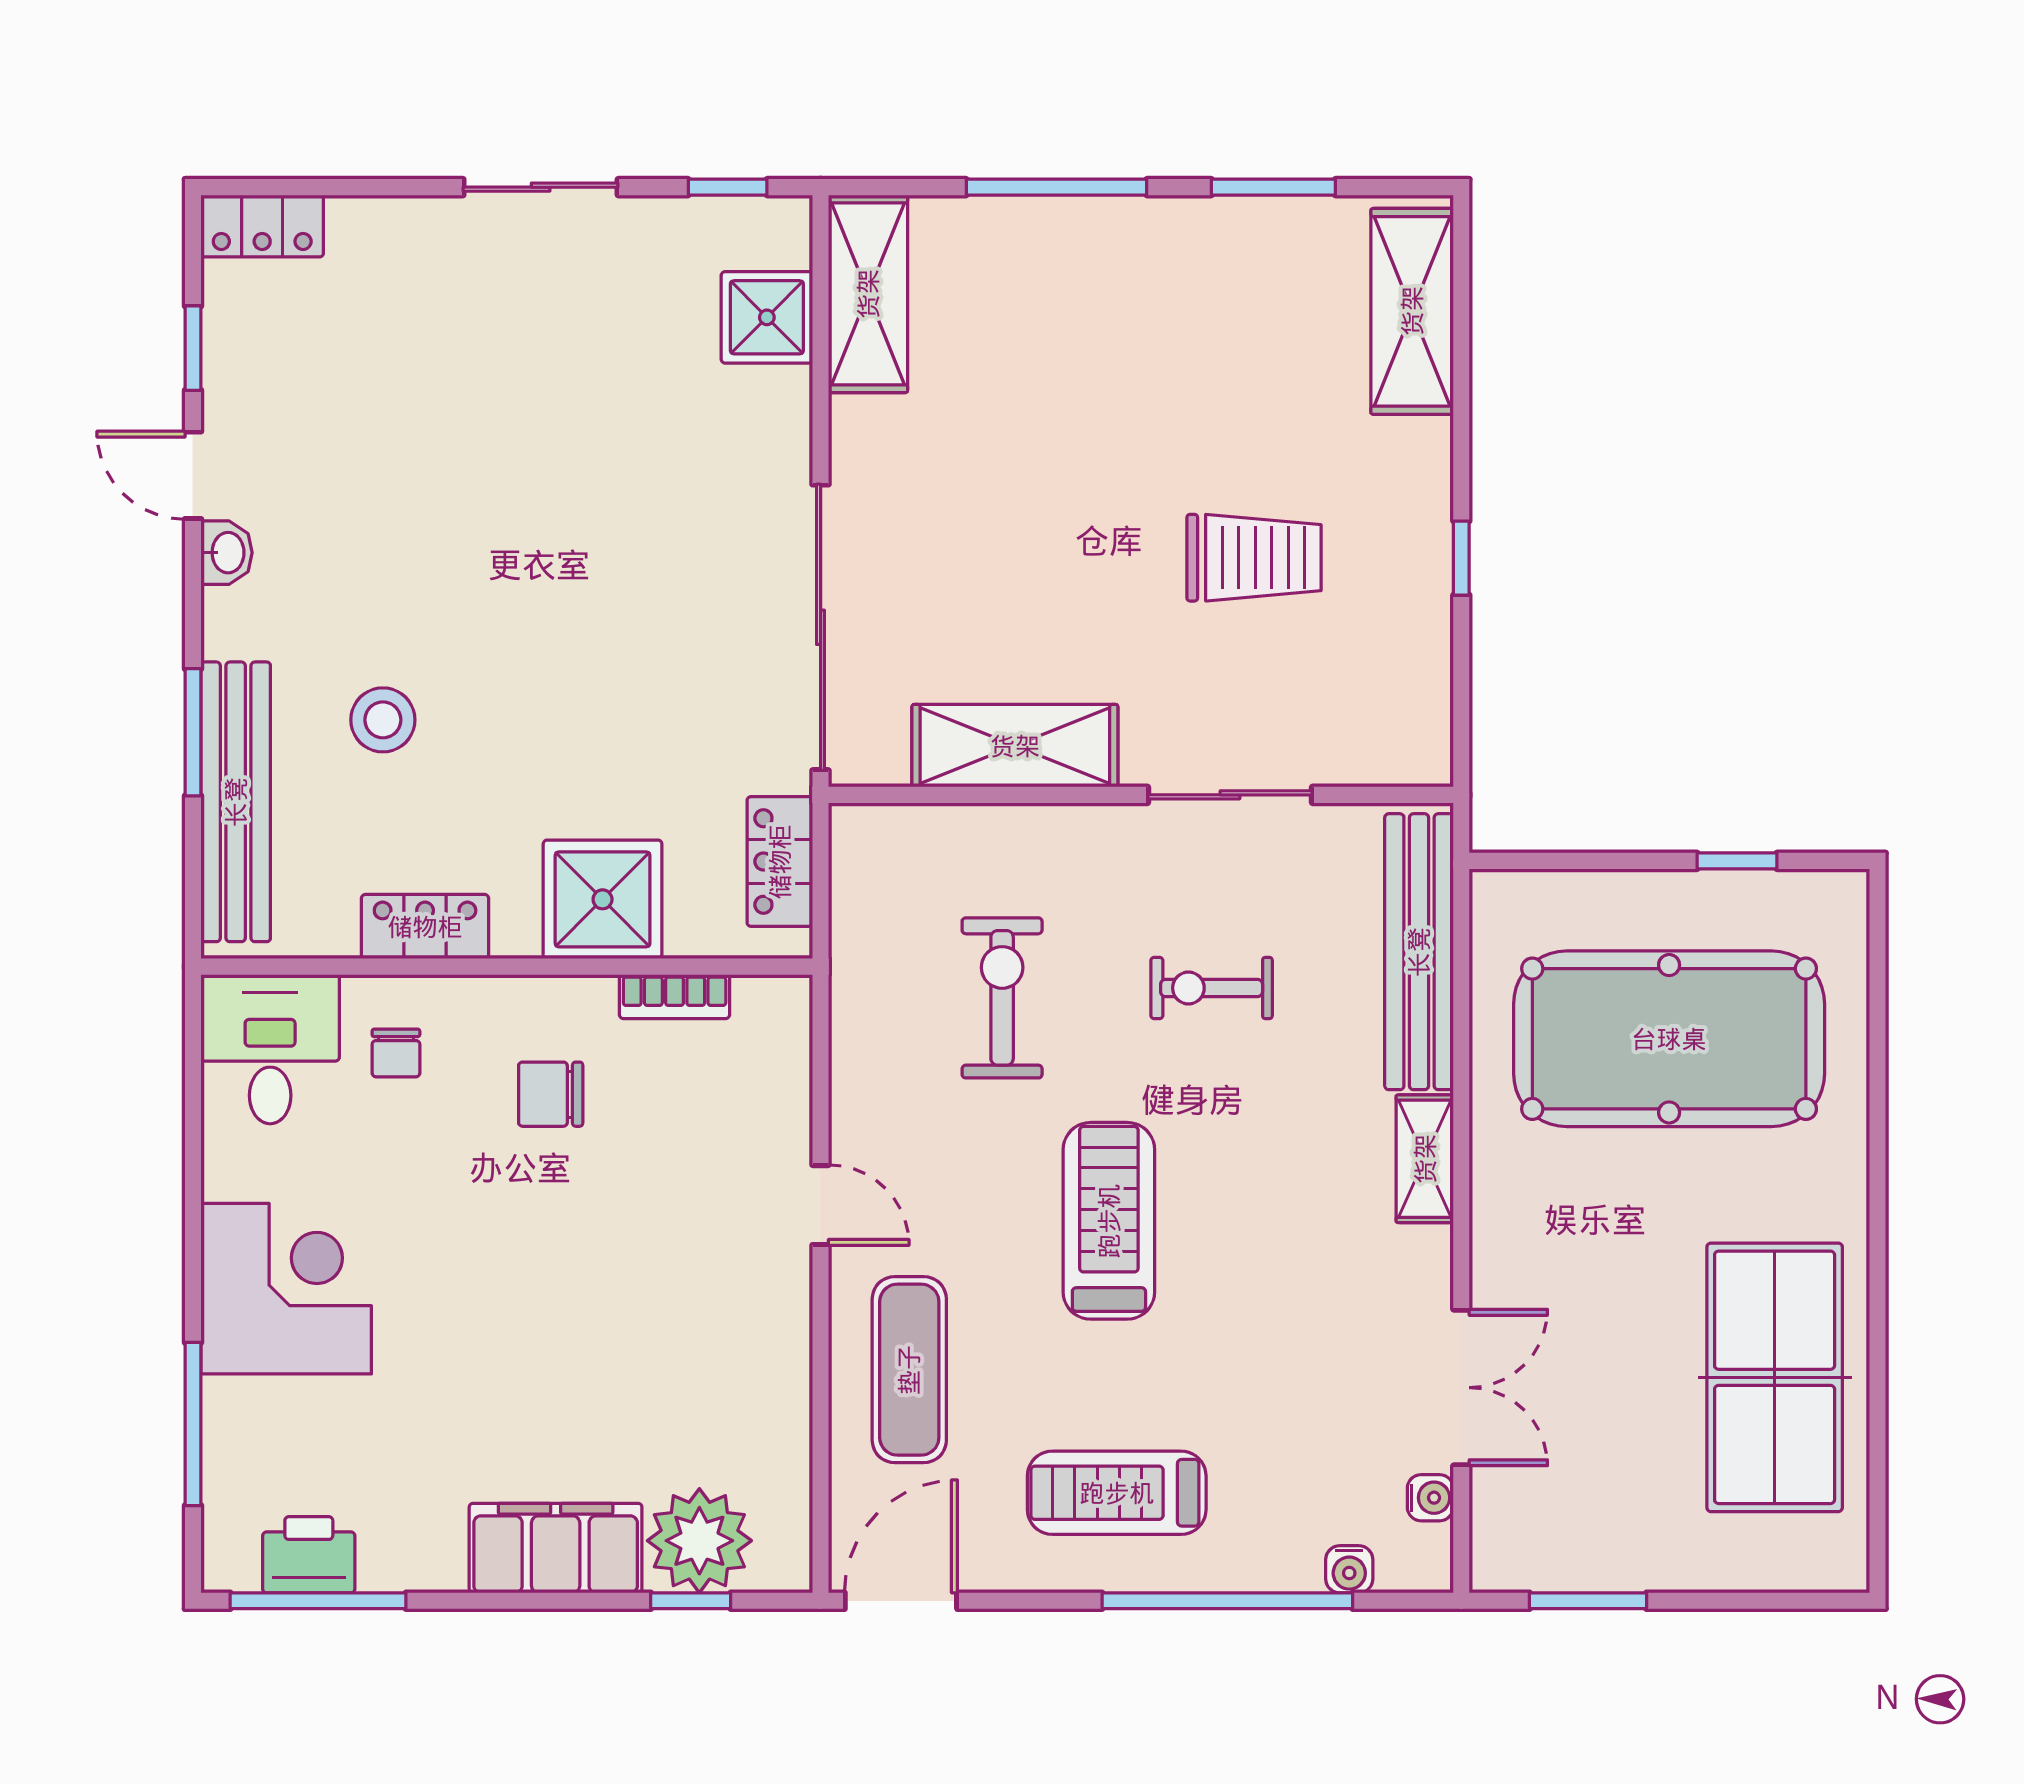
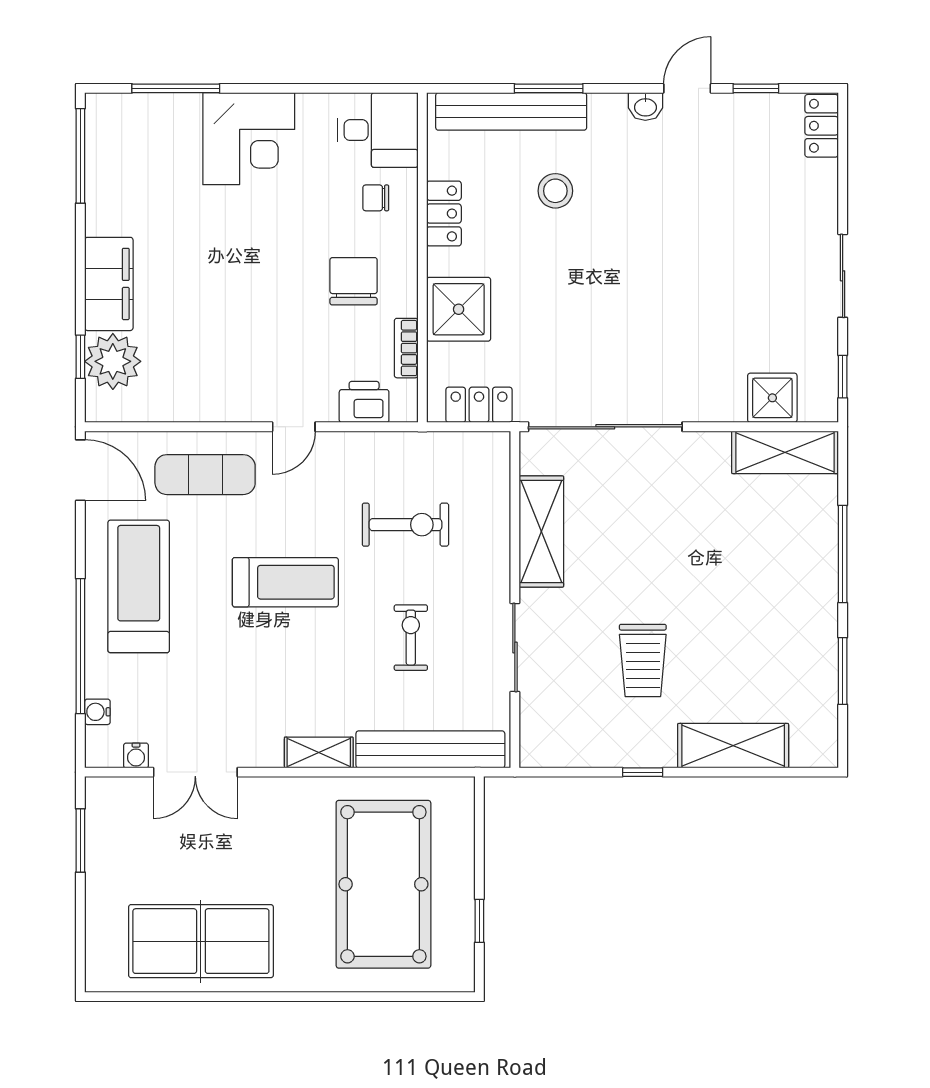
shelving: (1412, 311) -> (733, 746), moved
chair: (551, 1094) -> (354, 281), width x1.37, depth x1.37
treadmill: (1117, 1493) -> (139, 586), width x1.37, depth x1.38
printer: (309, 1555) -> (364, 402), moved, turned -90

